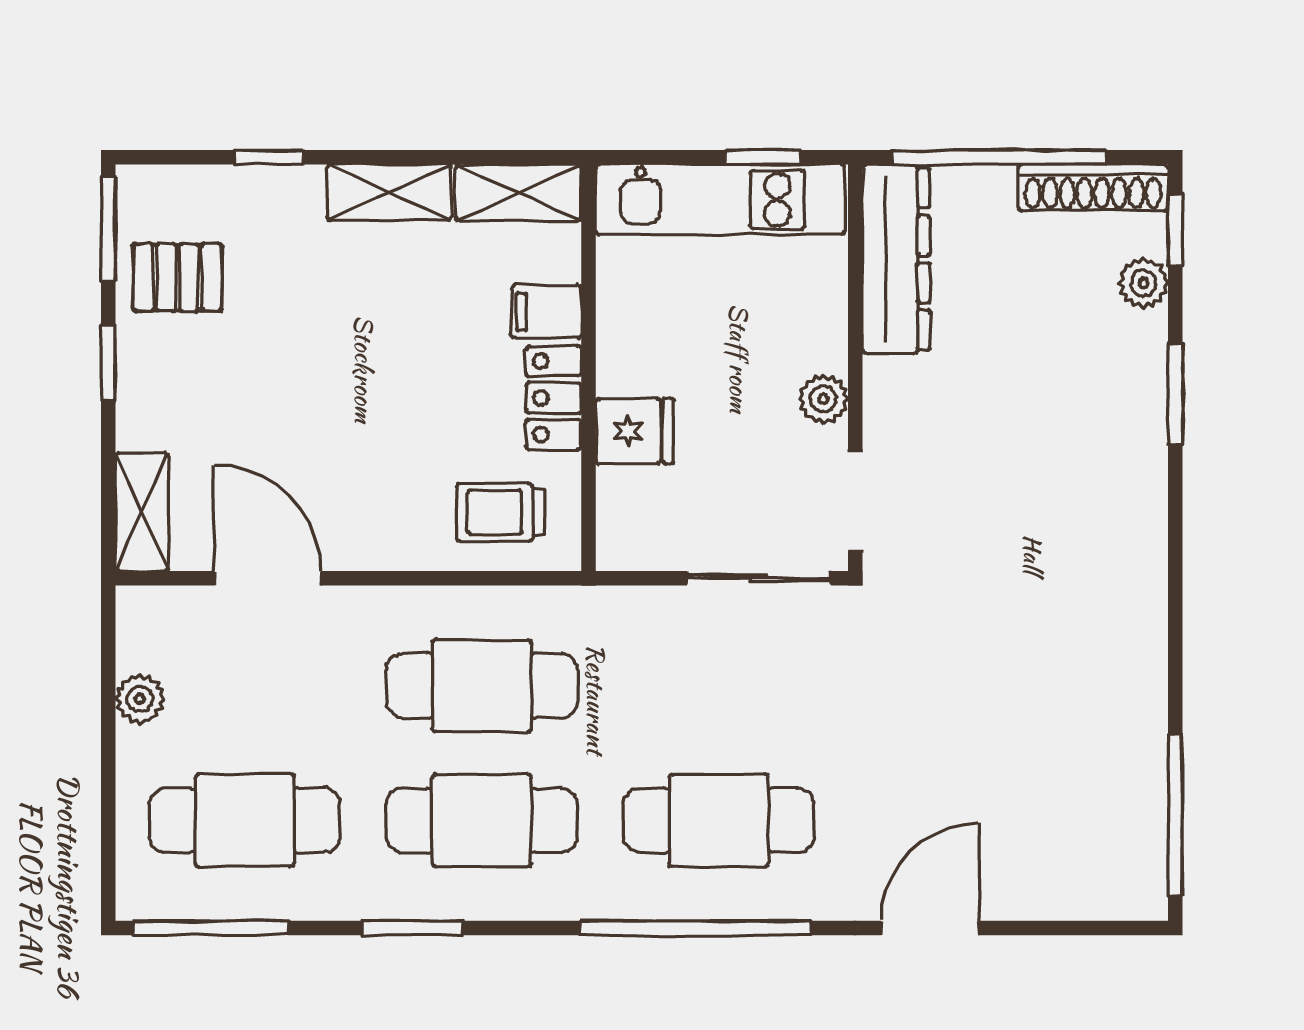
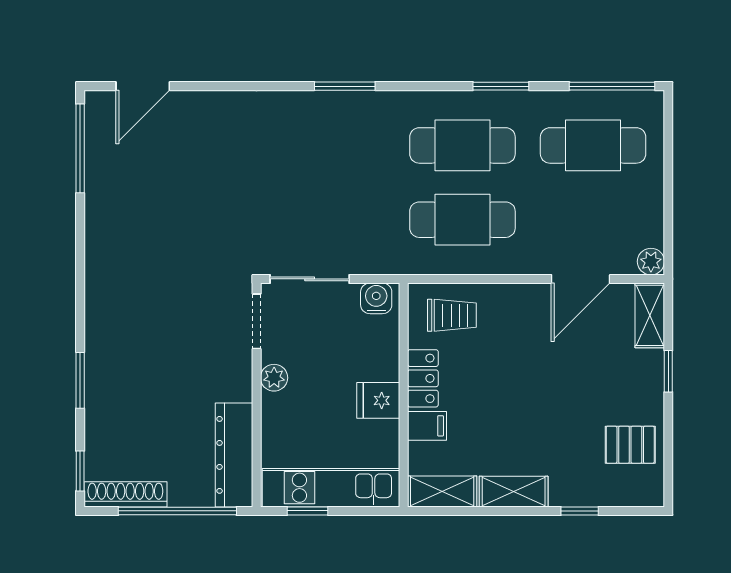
window: (108, 229) -> (668, 471), removed
plant: (1143, 283) -> (98, 442), removed
window: (108, 363) -> (668, 371), moved
fridge: (634, 431) -> (378, 400), moved
water cooler: (638, 543) -> (376, 298), added
door: (267, 578) -> (581, 279), hinge flipped
plant: (140, 699) -> (651, 262), moved
cafe table: (719, 820) -> (332, 145), removed
window: (695, 928) -> (345, 86), width x0.47
door: (930, 928) -> (143, 86), moved

